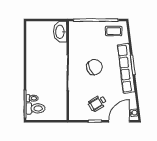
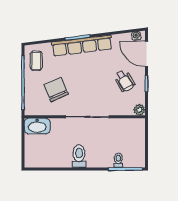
chair: (94, 67) -> (56, 89), moved
toilet: (35, 108) -> (79, 156), moved
plant: (73, 115) -> (139, 110), added

